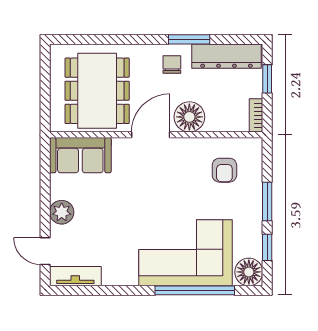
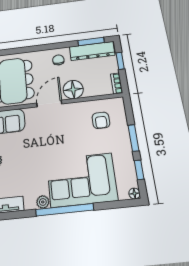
window: (189, 39) -> (91, 41), moved
floor lamp: (249, 272) -> (134, 194), width x0.53, depth x0.53
plant: (128, 277) -> (43, 202), added
window: (195, 290) -> (65, 210), moved

